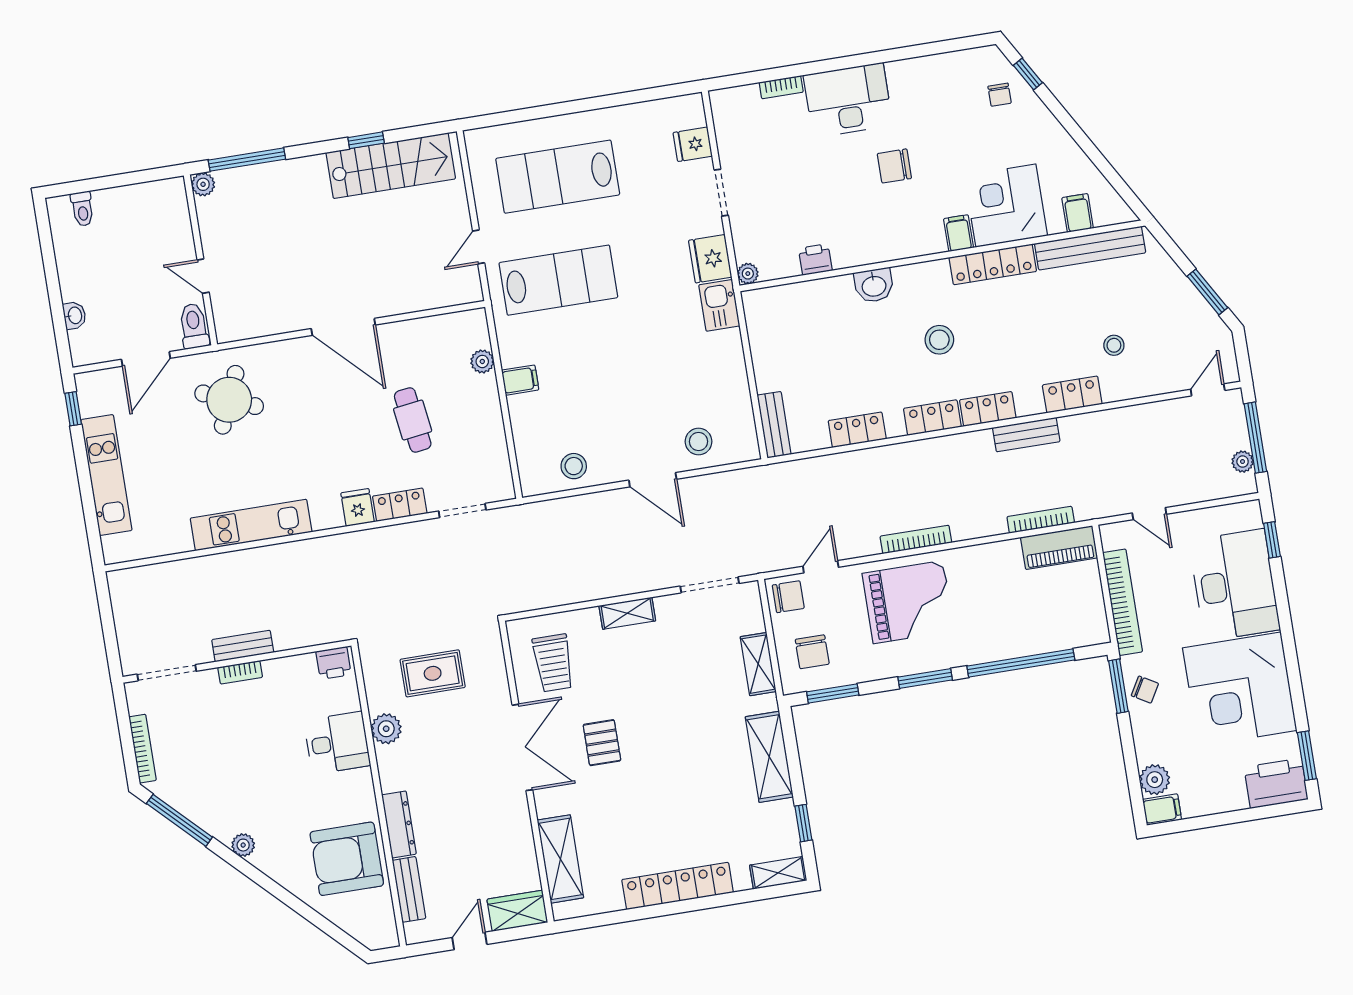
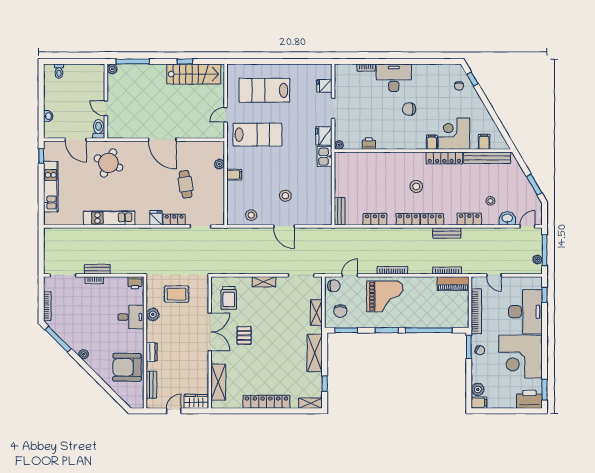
washbasin: (874, 285) -> (507, 218), moved, turned 180
door: (146, 359) -> (76, 140), hinge flipped
stool: (699, 442) -> (285, 196), moved
dresser: (399, 824) -> (152, 352), width x0.70

